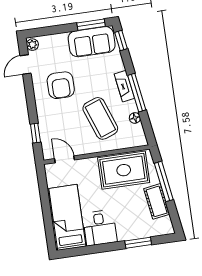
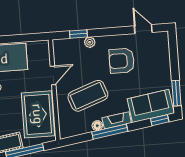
sofa: (92, 42) -> (151, 106), moved, turned 81
plant: (32, 45) -> (90, 42), moved
floor lamp: (135, 118) -> (97, 126), moved
door: (65, 159) -> (53, 75), moved

